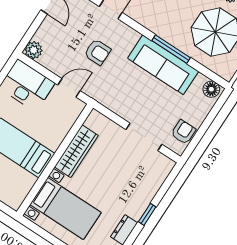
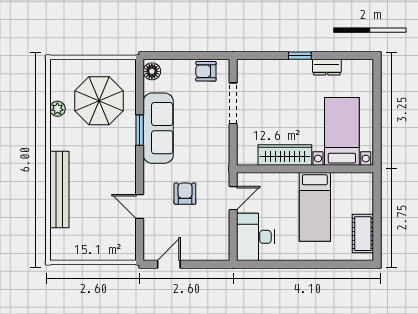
window: (171, 49) -> (140, 130), width x0.69
plant: (34, 50) -> (220, 251), removed
door: (69, 88) -> (233, 198), swing flipped

